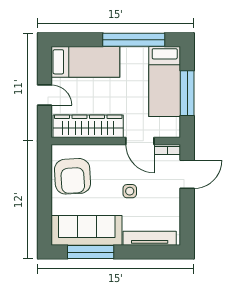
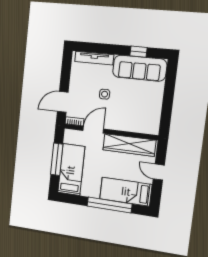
window: (134, 40) -> (109, 205), moved
door: (140, 141) -> (93, 130), hinge flipped
armchair: (73, 176) -> (145, 110), removed
window: (91, 252) -> (138, 52), width x0.46

